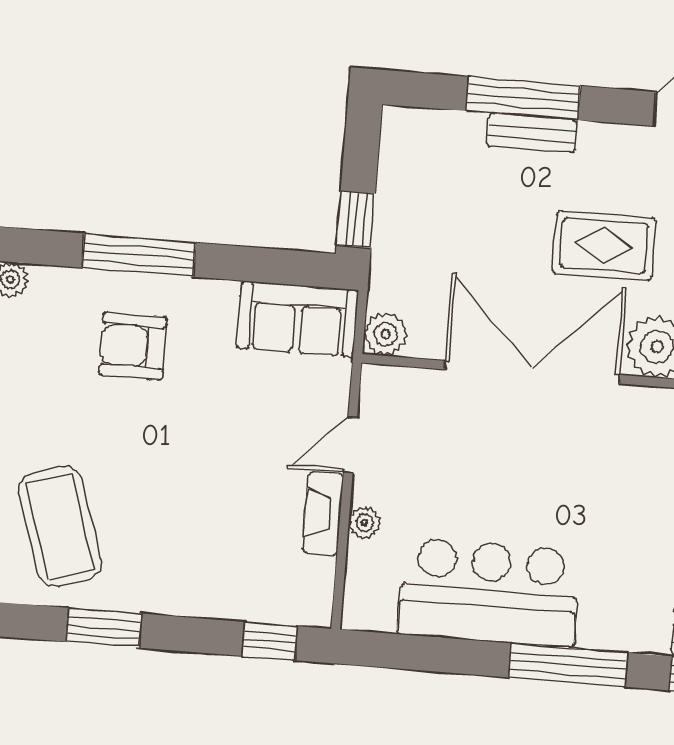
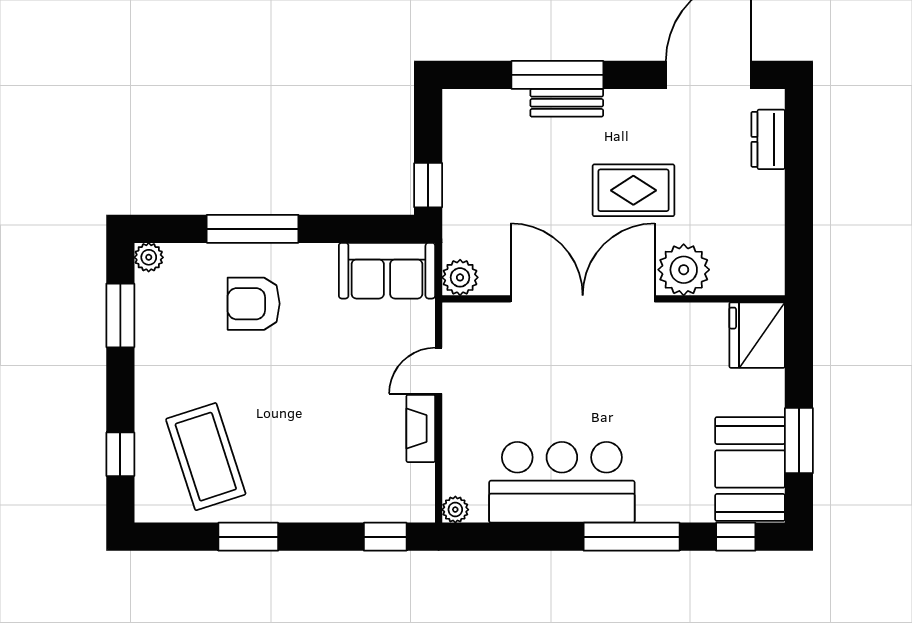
plant: (364, 523) -> (455, 510), moved

